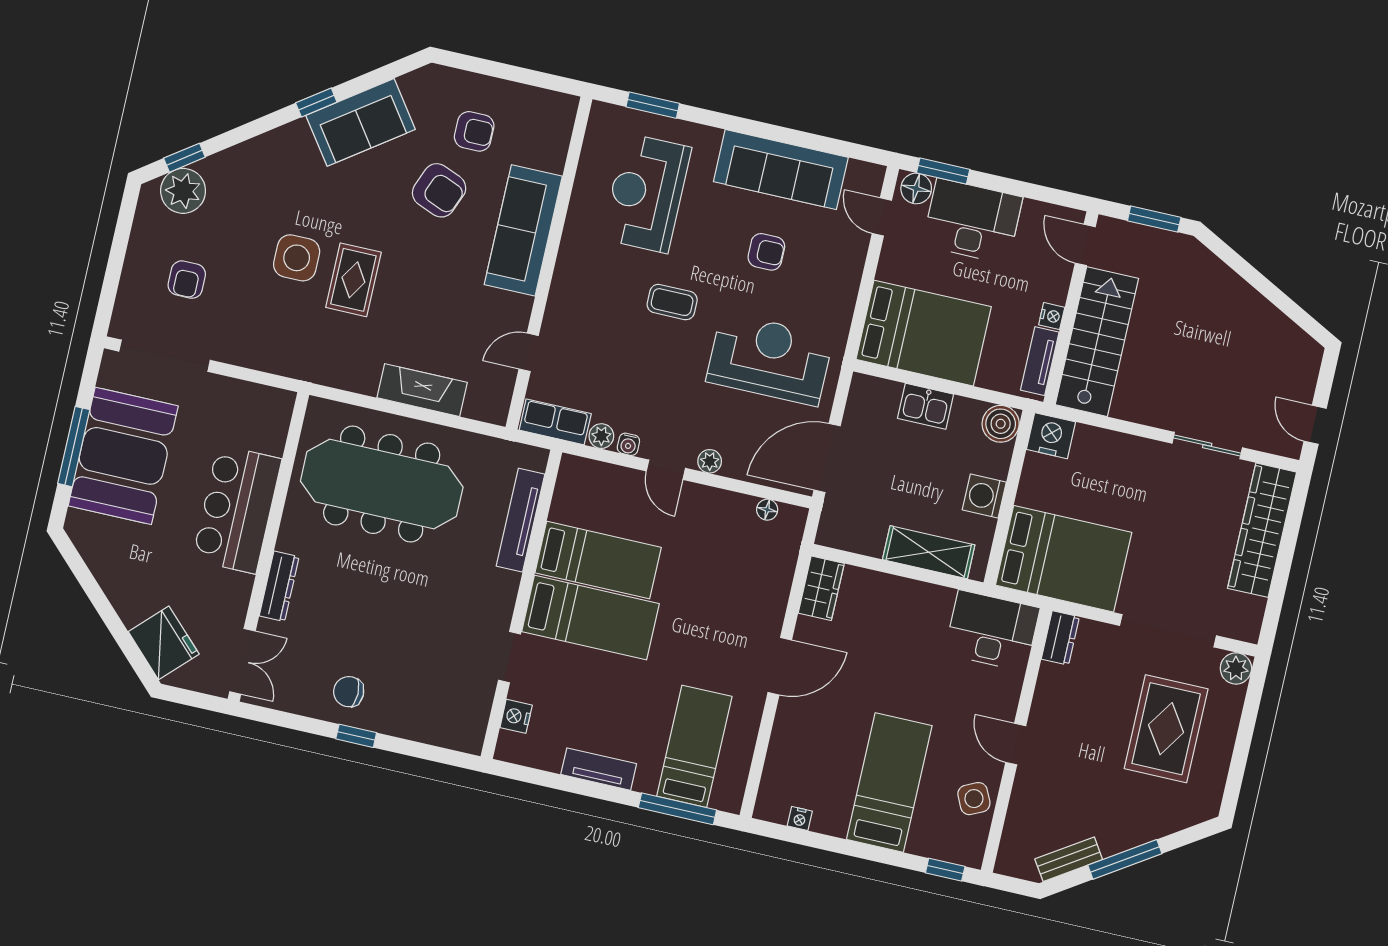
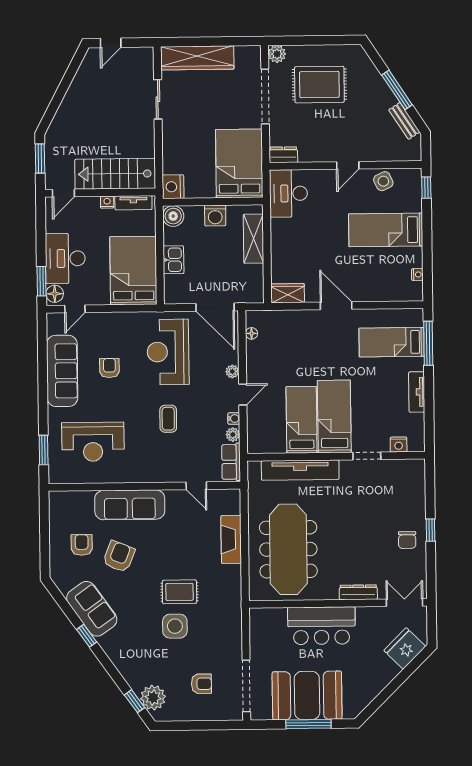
coffee table: (672, 302) -> (168, 419), moved
door: (1315, 425) -> (111, 43), moved
tv unit: (520, 520) -> (300, 470), width x1.36, depth x1.29

